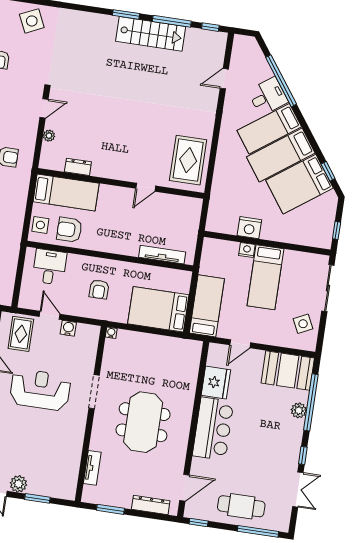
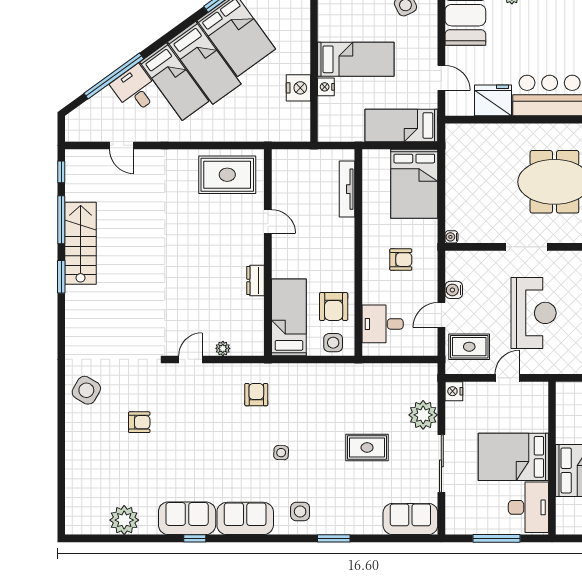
side table: (32, 21) -> (86, 390), turned -35
door: (44, 108) -> (190, 359), hinge flipped
dresser: (78, 167) -> (256, 280), moved
reception desk: (40, 390) -> (534, 313), turned 180

